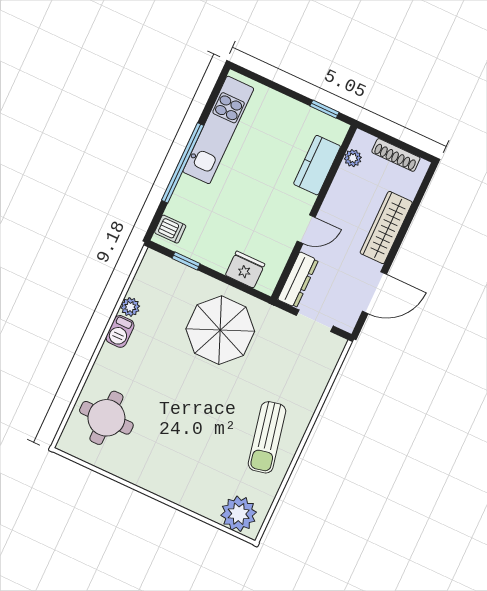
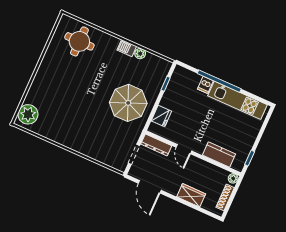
plant: (353, 158) -> (233, 178), moved
wardrobe: (386, 228) -> (191, 195), width x0.67
dishwasher: (170, 229) -> (205, 85), moved
sun lounger: (267, 437) -> (70, 129), removed

